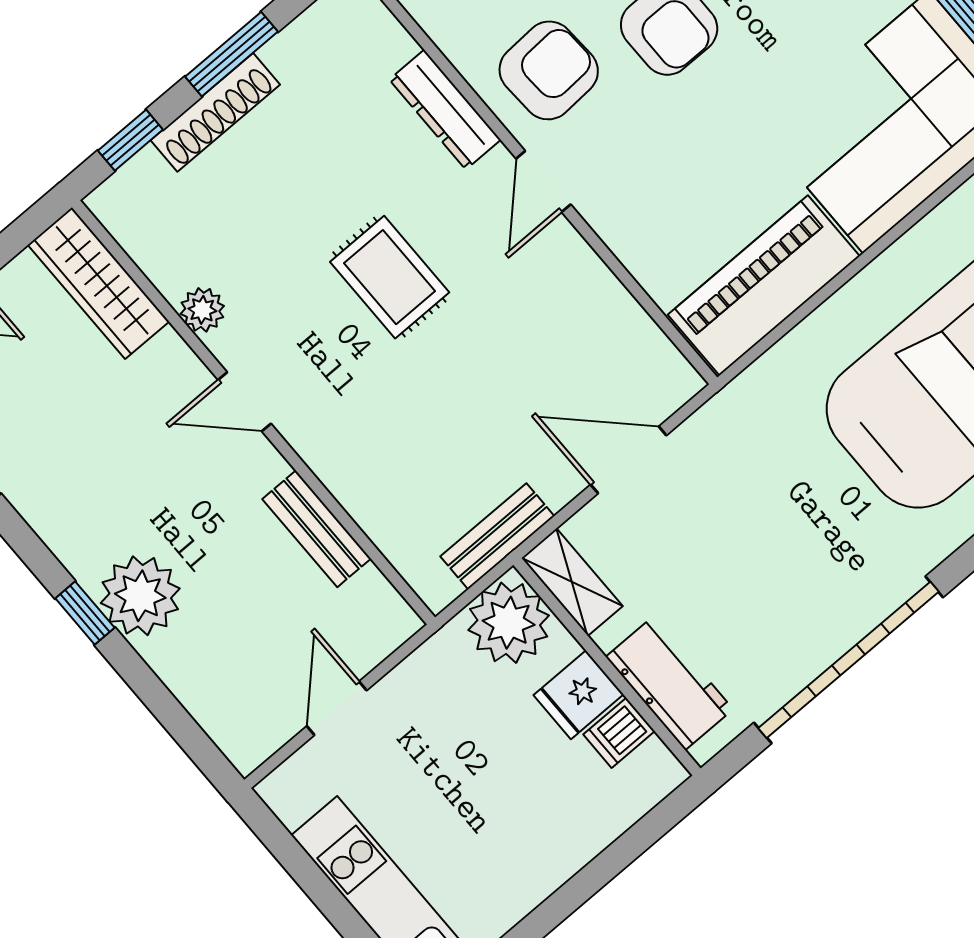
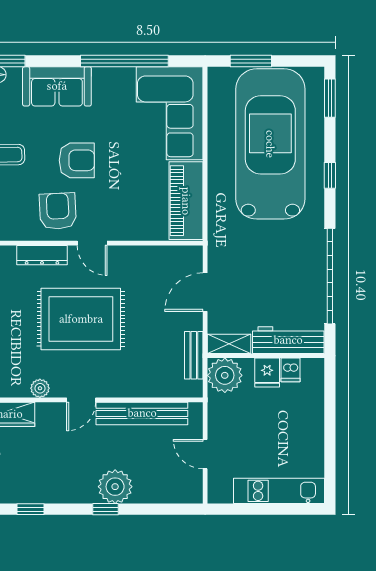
rug: (390, 277) -> (81, 319), width x1.86, depth x2.06
bench: (317, 529) -> (142, 413), width x1.86, depth x1.21
workbench: (669, 683) -> (288, 340), width x1.38

